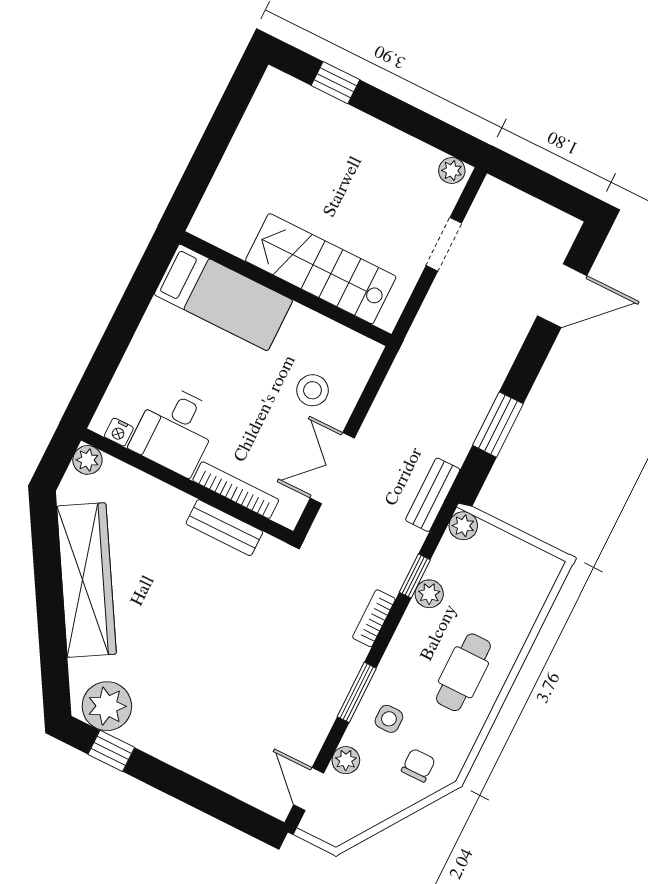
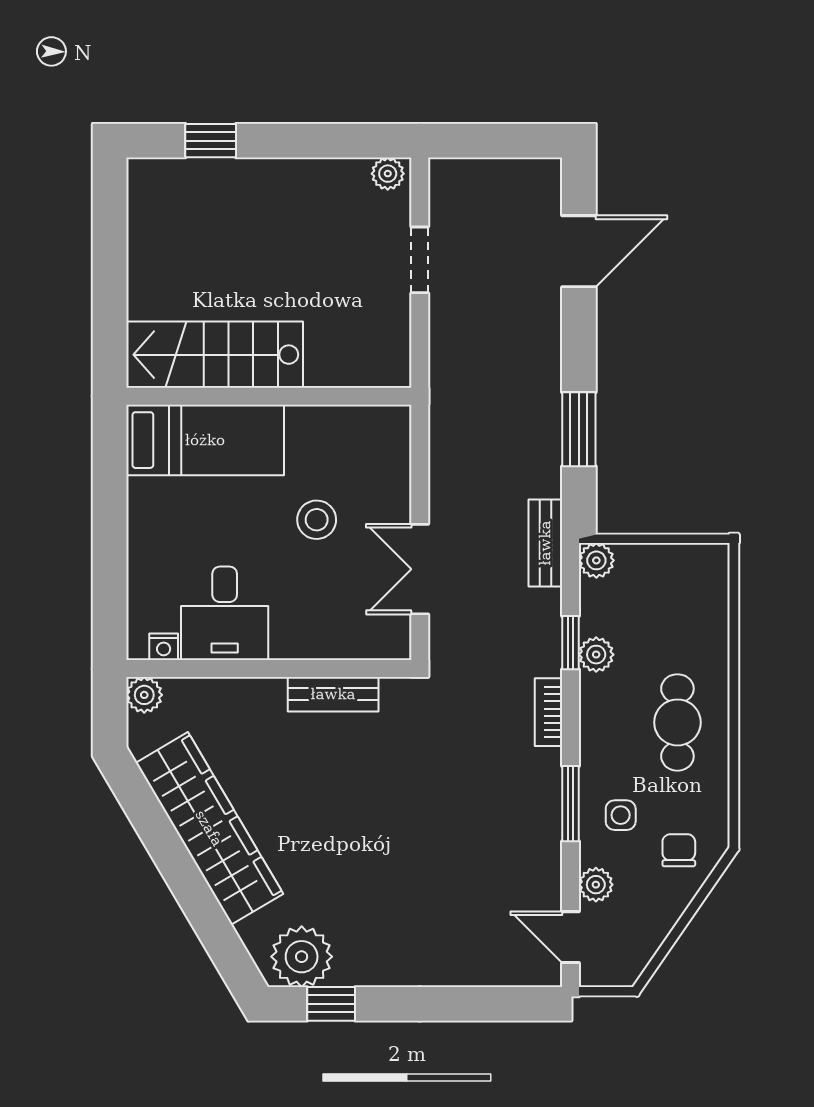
stairs: (321, 269) -> (215, 355), moved
stool: (312, 390) -> (317, 520), moved
bookcase: (236, 490) -> (325, 647), removed

